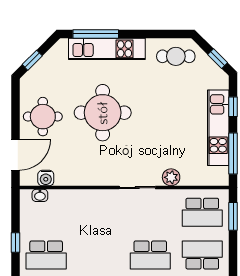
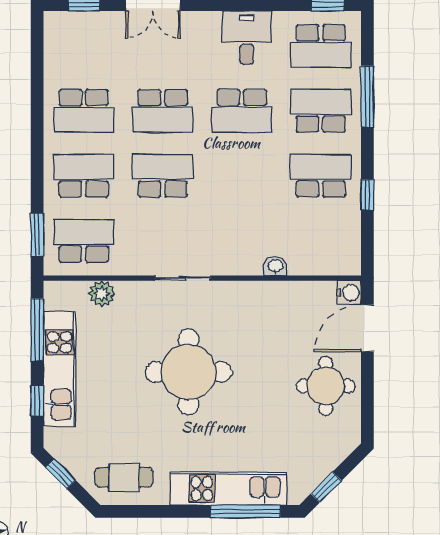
window: (32, 60) -> (326, 487), moved
round table: (103, 113) -> (189, 372), moved
plant: (171, 177) -> (102, 294), moved
water cooler: (46, 178) -> (349, 293), moved, turned 90
washbasin: (40, 195) -> (275, 266), moved
school desk: (202, 255) -> (84, 176), turned 180

